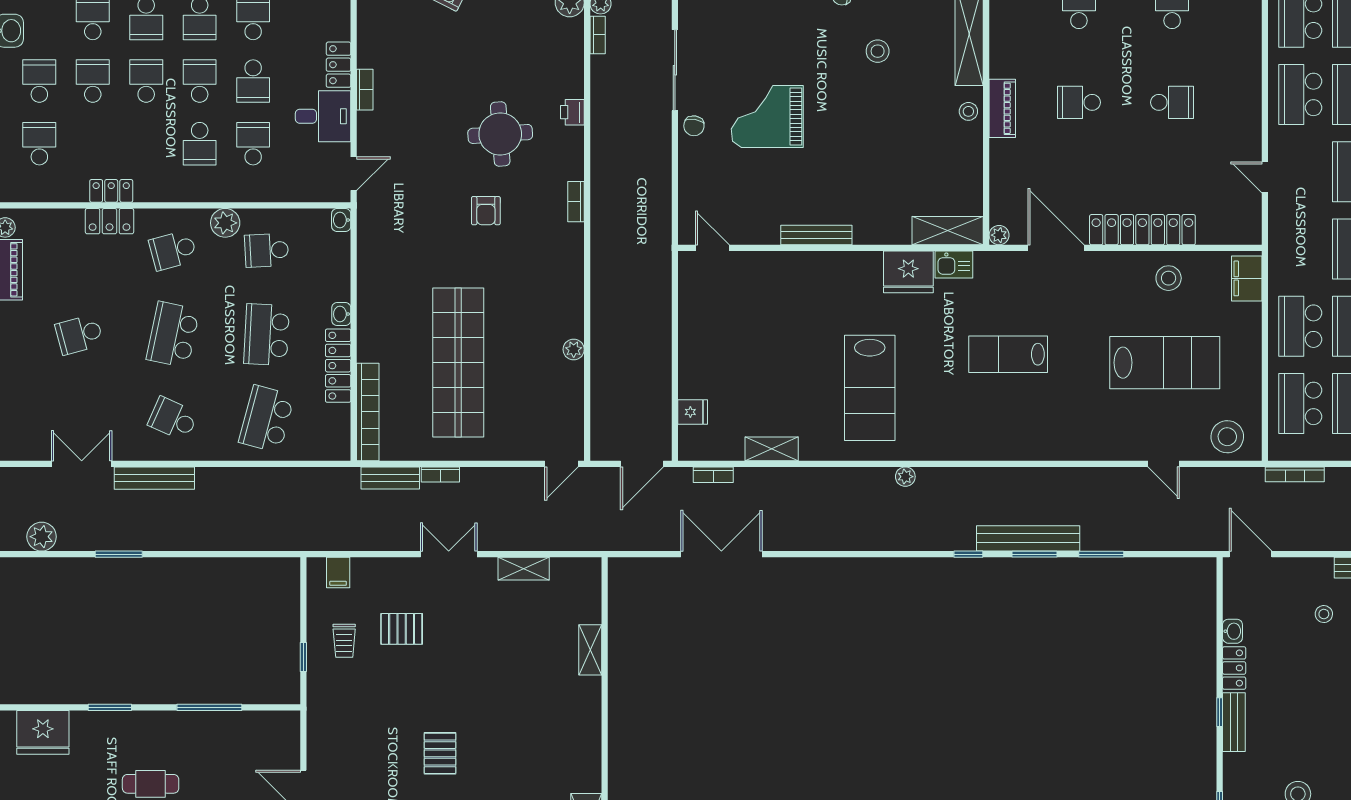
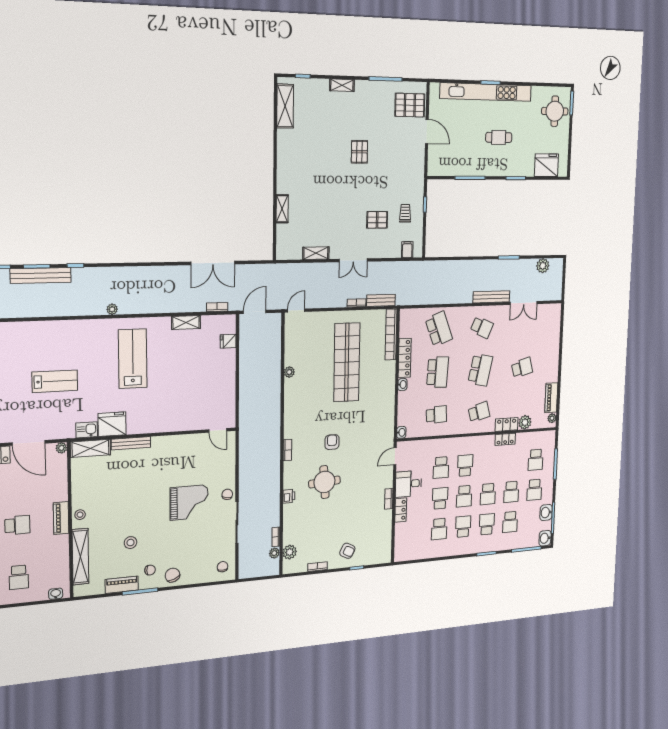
plant: (225, 223) -> (525, 422), moved
bench: (816, 235) -> (131, 443), moved
school desk: (267, 419) -> (439, 329), turned -36

